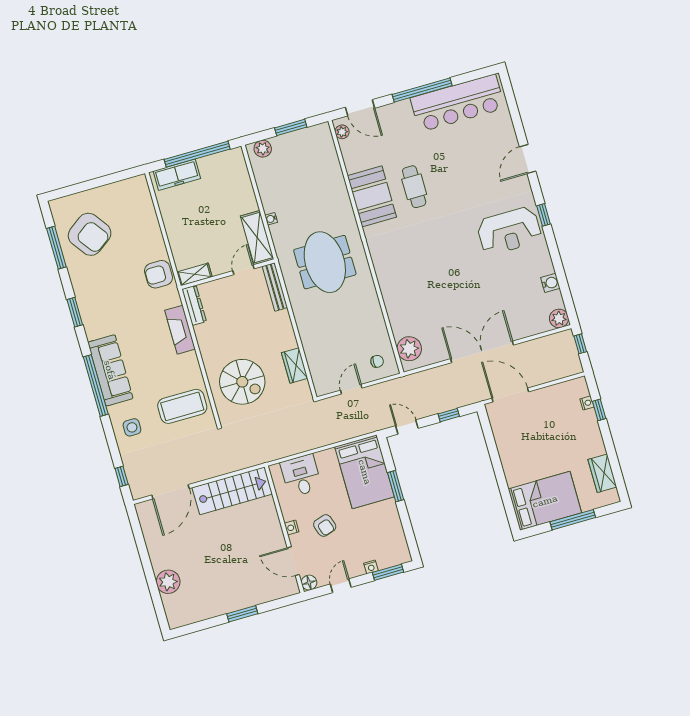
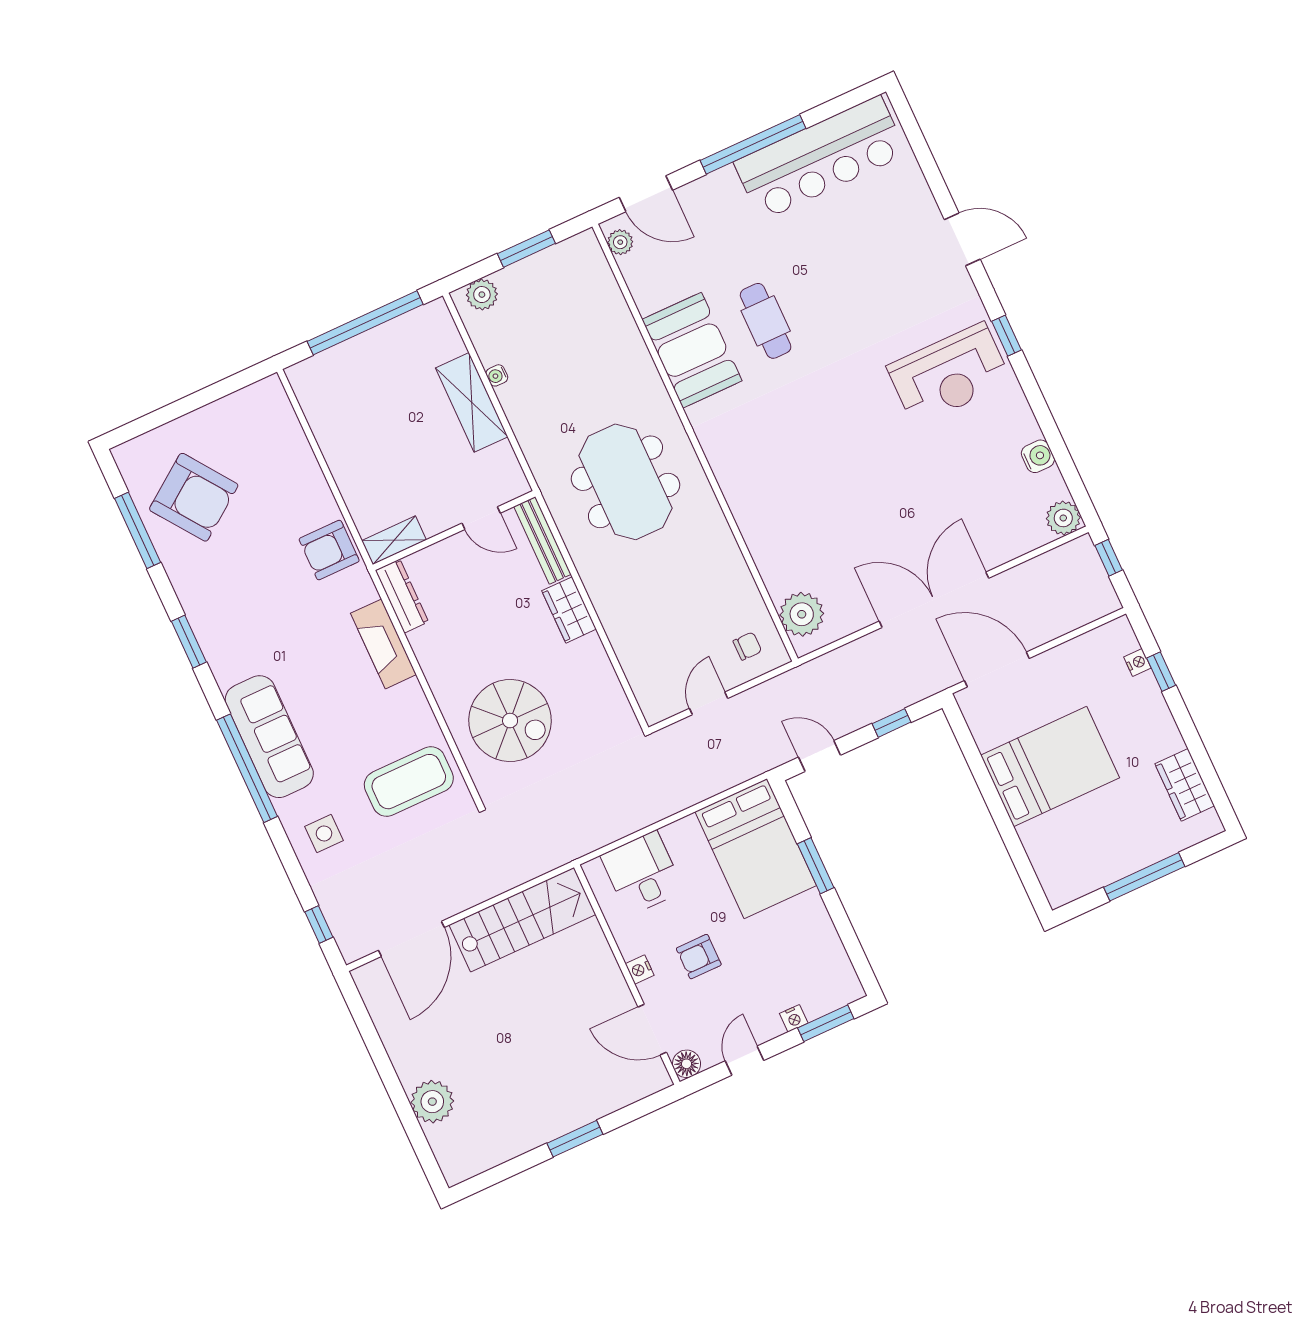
door: (528, 159) -> (962, 239), swing flipped
freezer: (177, 175) -> (334, 366), removed
water cooler: (271, 219) -> (497, 375), moved
shelving: (257, 238) -> (472, 402), moved
door: (244, 270) -> (481, 518), swing flipped
wardrobe: (295, 366) -> (569, 610), moved
bed: (545, 501) -> (1050, 766), moved
armchair: (325, 525) -> (699, 957), turned 108

